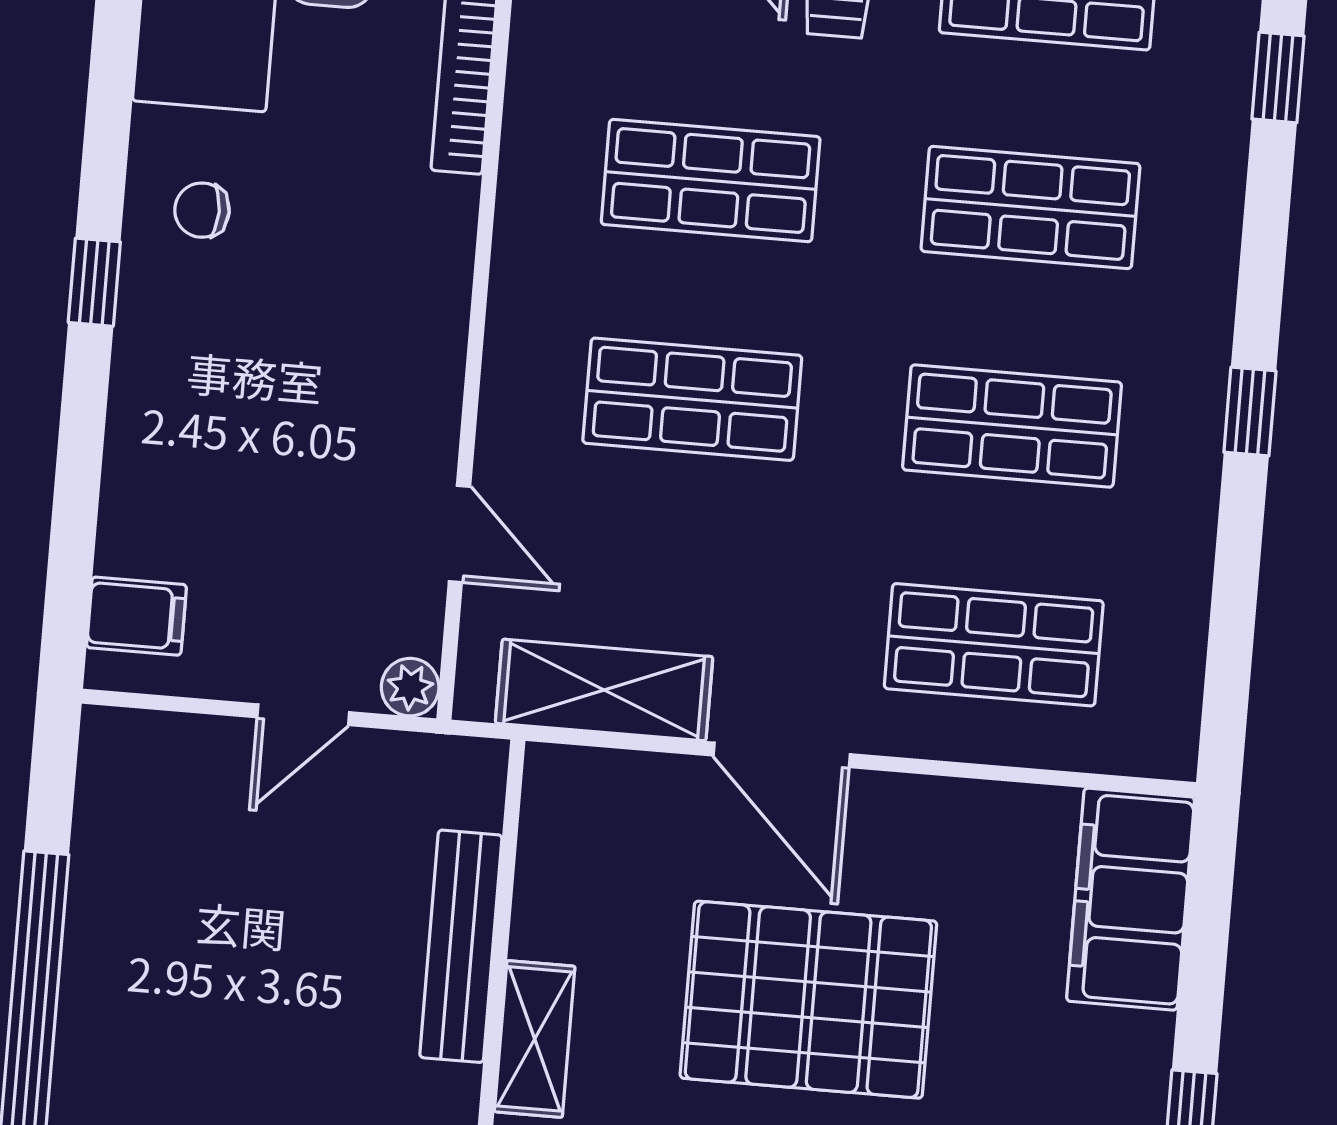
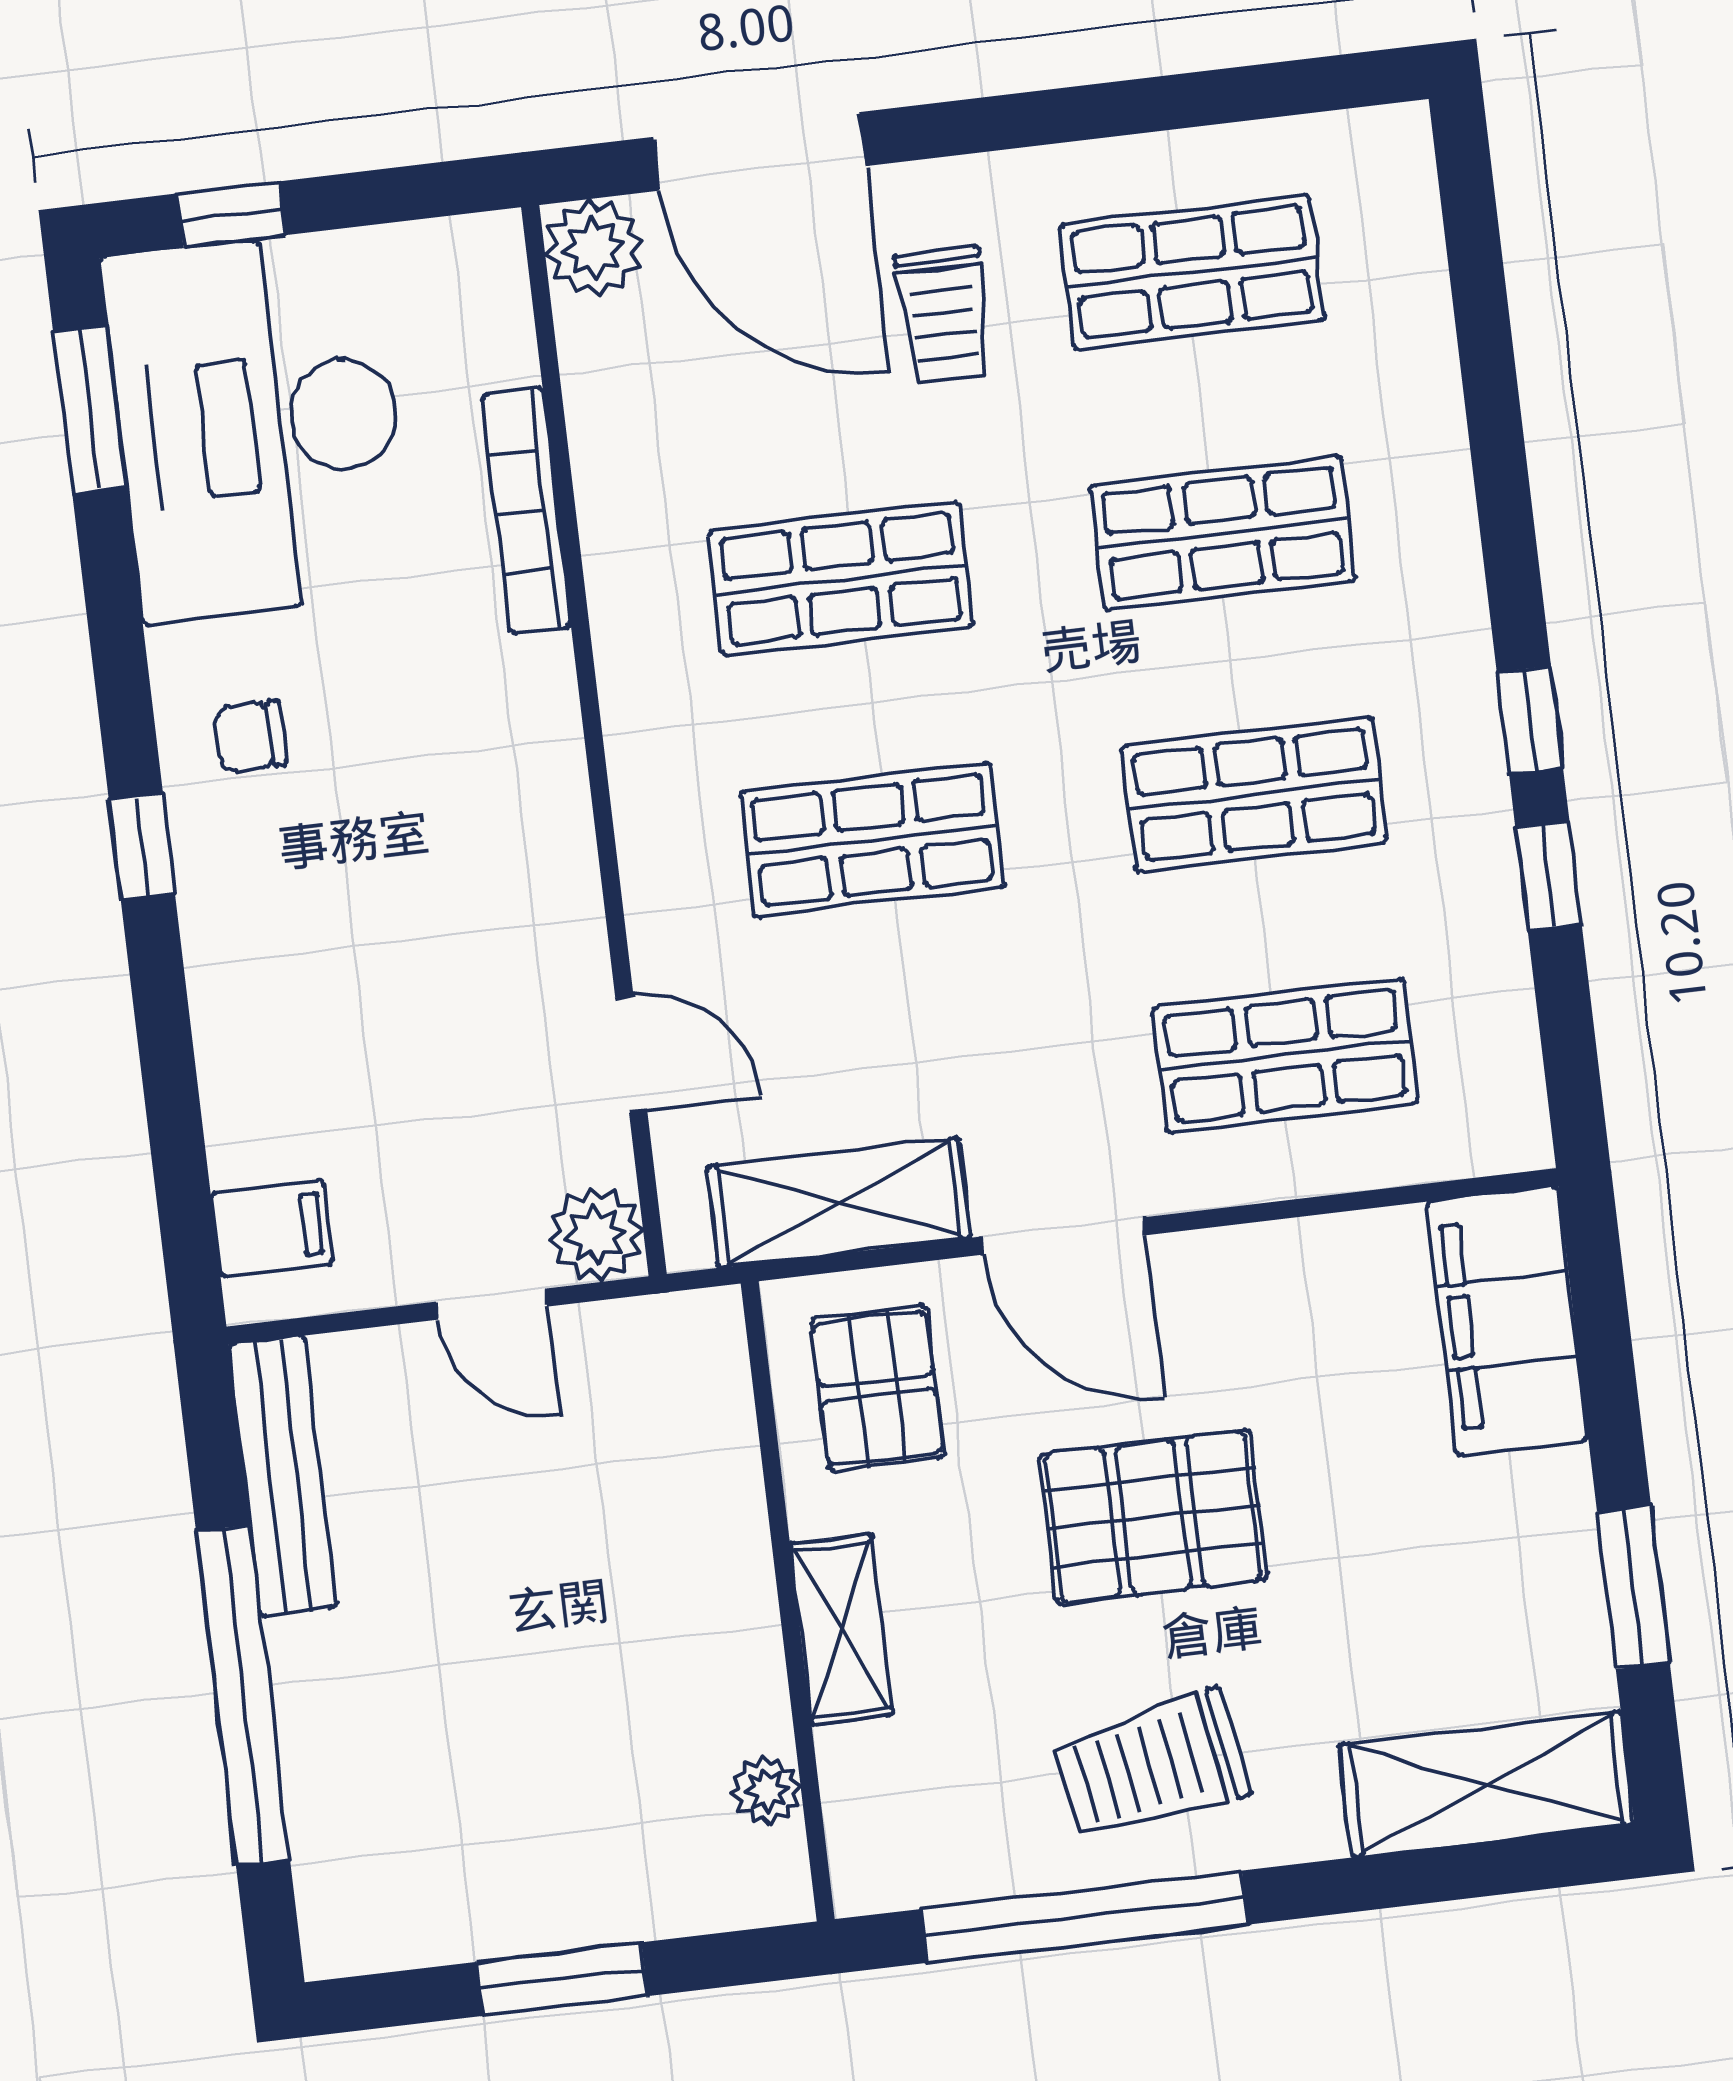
window: (1278, 77) -> (1549, 876), moved
plant: (410, 687) -> (596, 1235), width x1.38, depth x1.38
door: (303, 715) -> (492, 1304), hinge flipped
pallet: (605, 848) -> (877, 1388), added
bench: (461, 946) -> (283, 1476), moved
pallet: (808, 1000) -> (1153, 1517), width x0.73, depth x0.71

